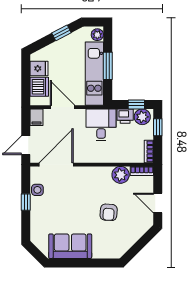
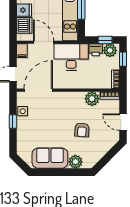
desk: (101, 125) -> (71, 57), width x1.37
plant: (101, 250) -> (75, 162), added

